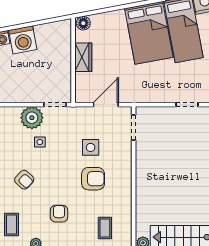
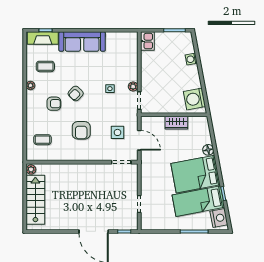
floor lamp: (83, 23) -> (208, 150), moved
washing machine: (23, 40) -> (194, 99), moved
plant: (32, 118) -> (133, 86), width x0.53, depth x0.53
side table: (91, 147) -> (117, 132), moved
armchair: (24, 180) -> (76, 93), moved

